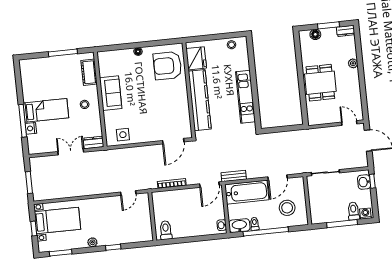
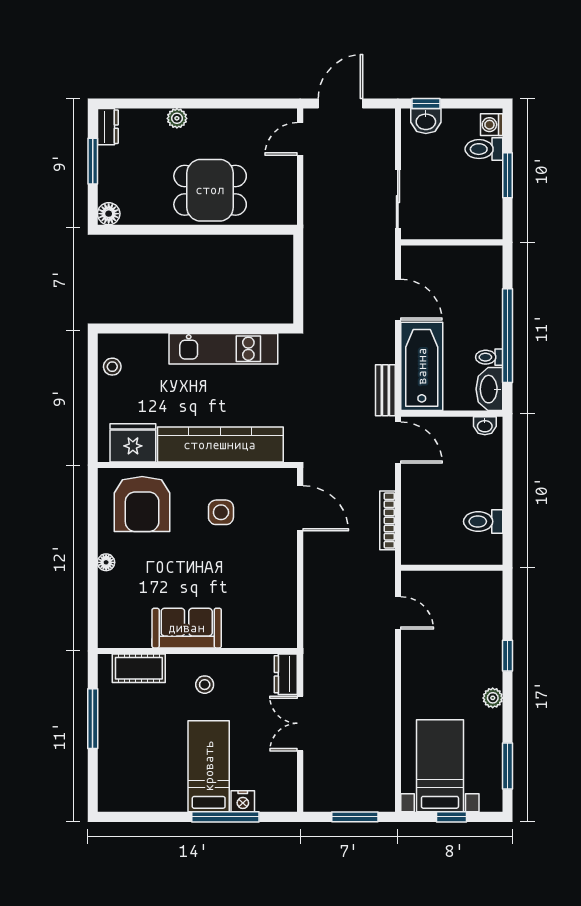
floor lamp: (315, 34) -> (109, 214), moved
side table: (123, 135) -> (221, 512), moved
stool: (287, 208) -> (463, 286), removed
window: (342, 224) -> (508, 175), width x0.69
toilet: (166, 230) -> (483, 521), moved

